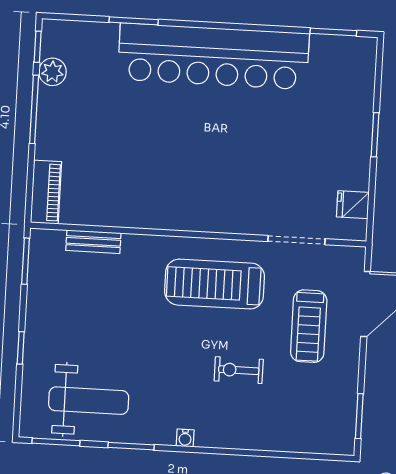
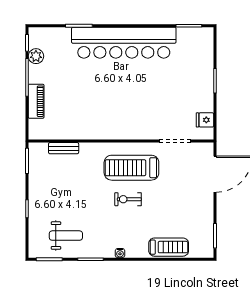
piano: (46, 192) -> (36, 101), moved
treadmill: (309, 326) -> (169, 247), moved, turned -90
exercise bike: (239, 370) -> (128, 199), moved
weight bench: (89, 401) -> (66, 236), width x0.73, depth x0.75

